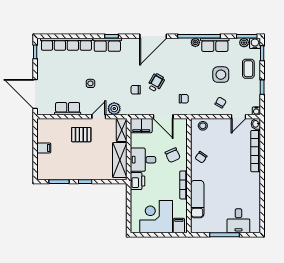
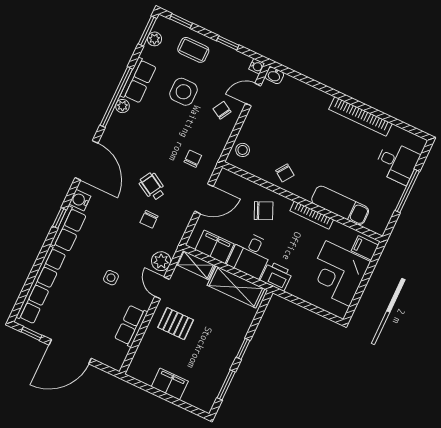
water cooler: (255, 43) -> (80, 200), moved
door: (35, 94) -> (70, 352), moved
door: (239, 117) -> (253, 95), swing flipped
filing cabinet: (141, 126) -> (215, 247), moved, turned -90
pallet: (81, 135) -> (176, 324), turned 90
filing cabinet: (44, 148) -> (170, 384), width x2.00
bookcase: (256, 151) -> (360, 116), moved

